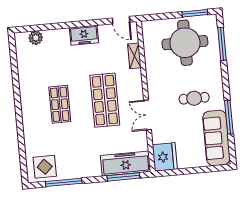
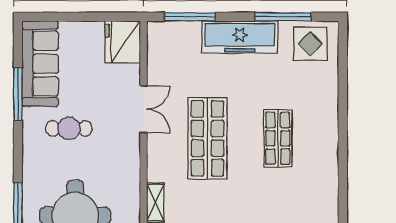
freezer: (126, 164) -> (240, 37), moved

